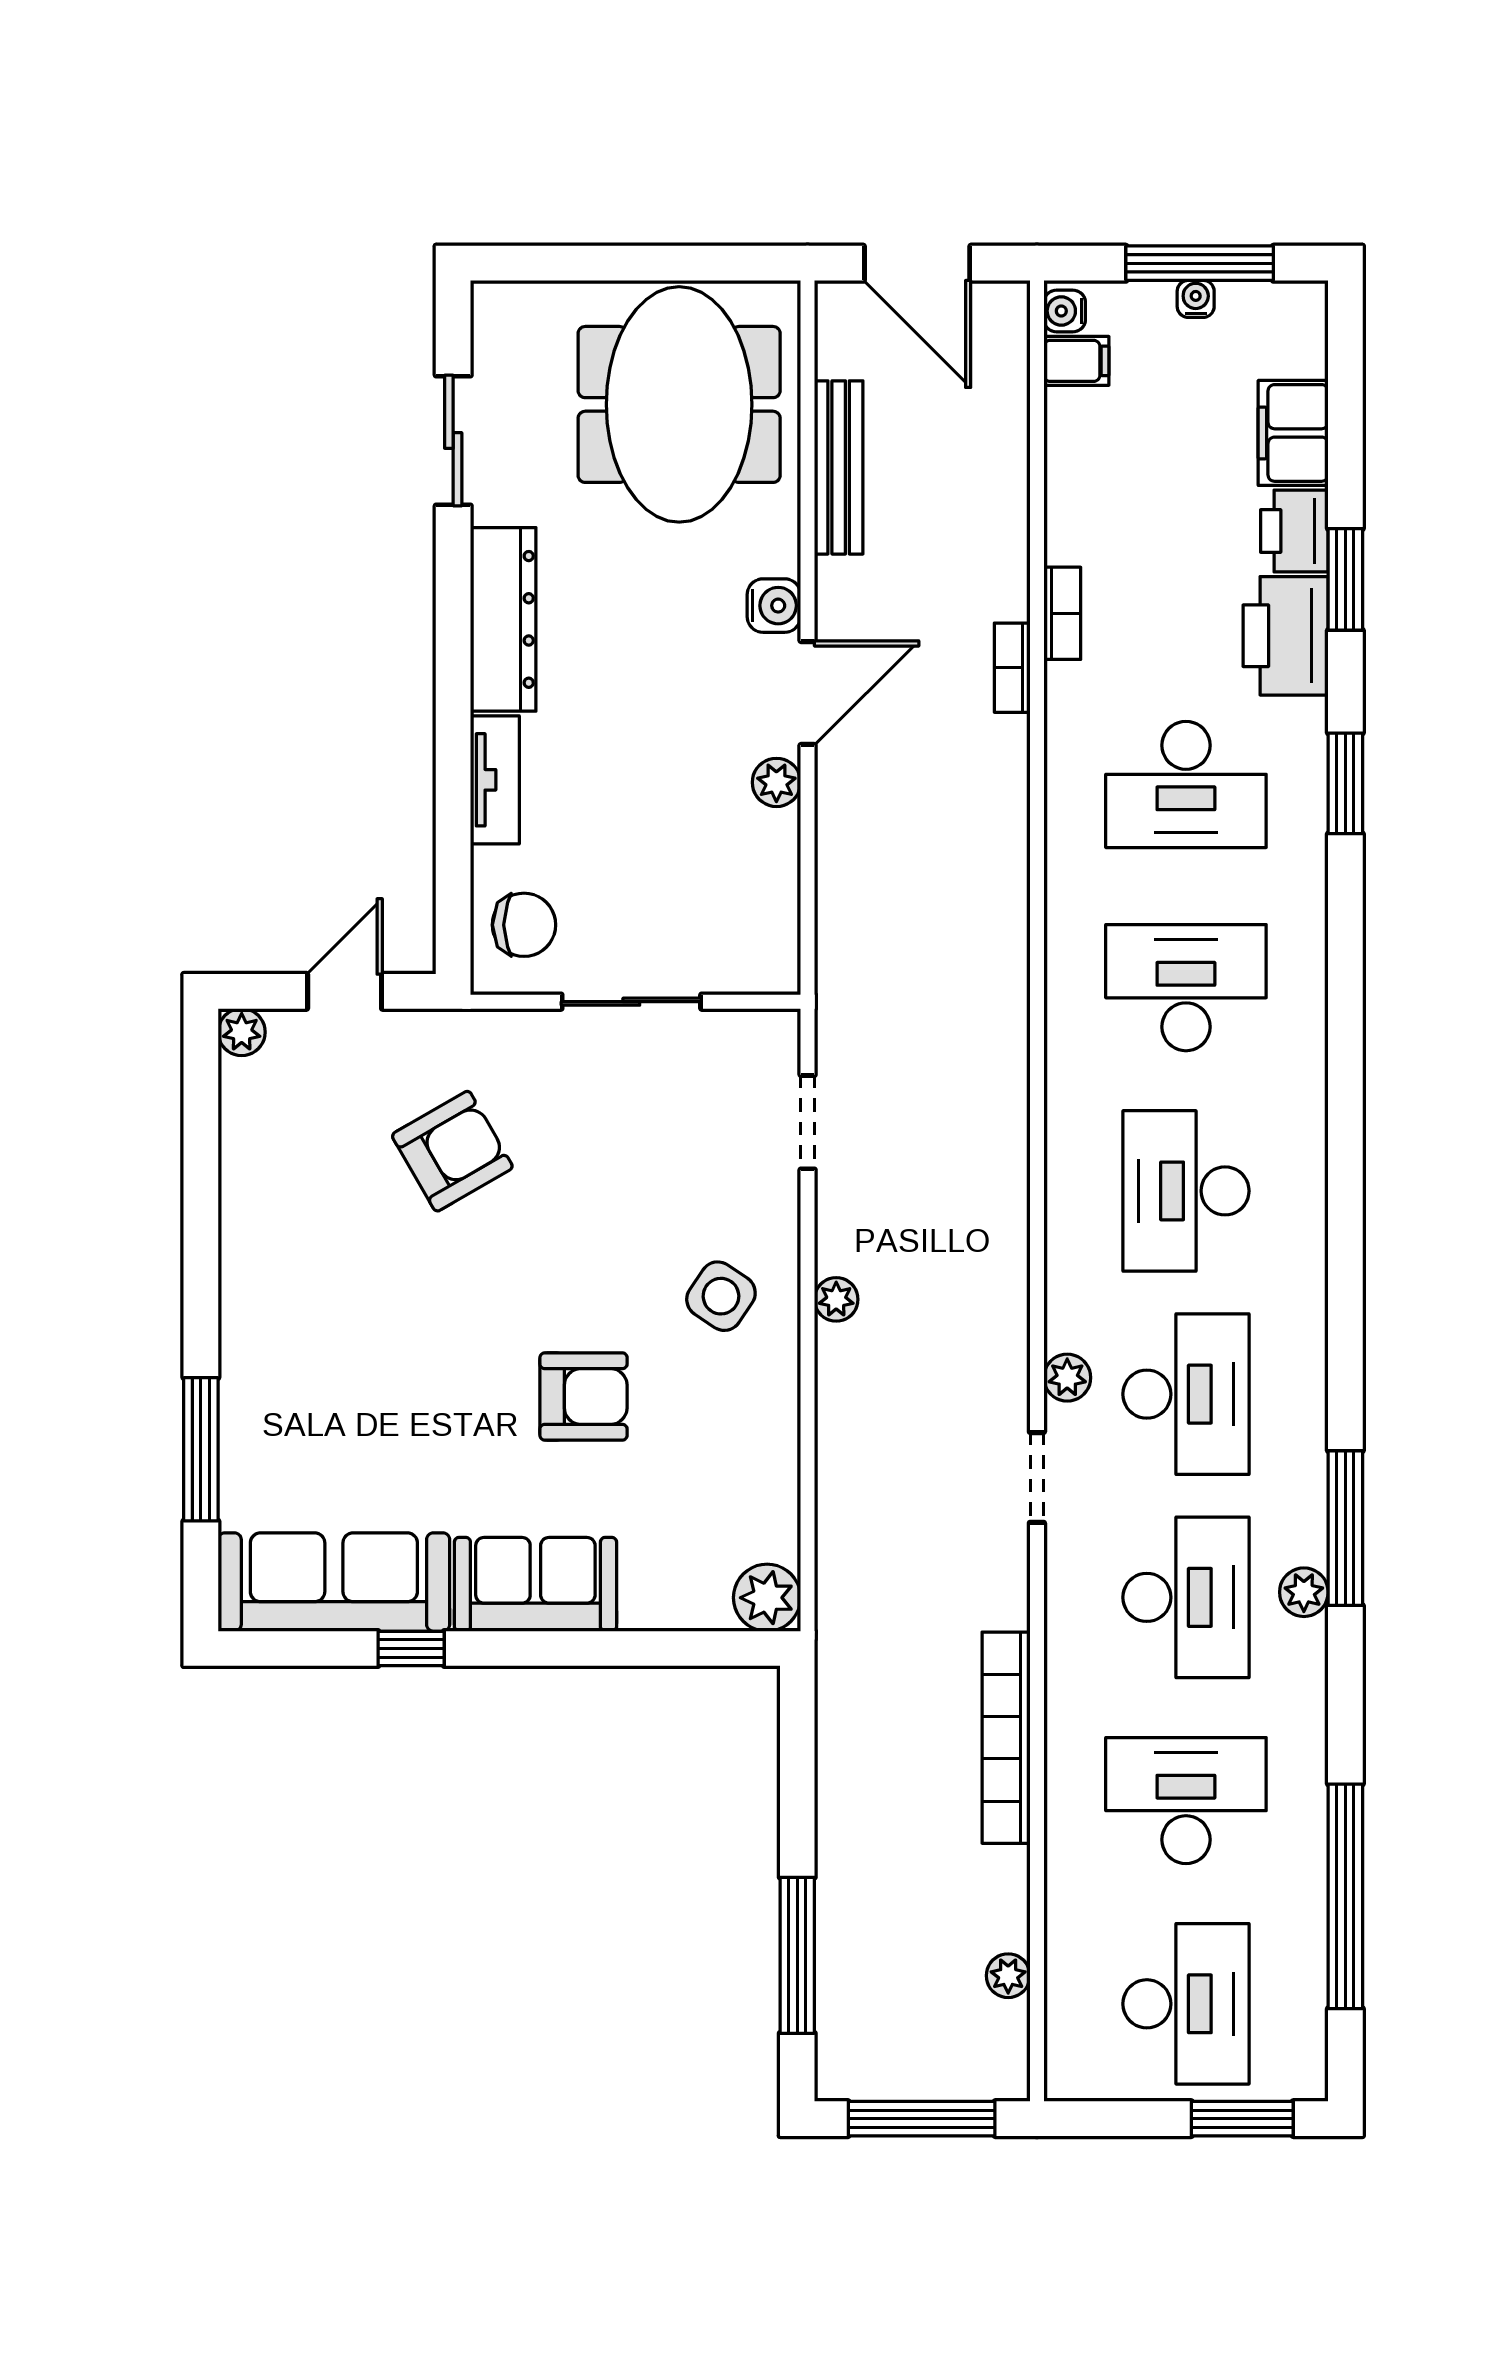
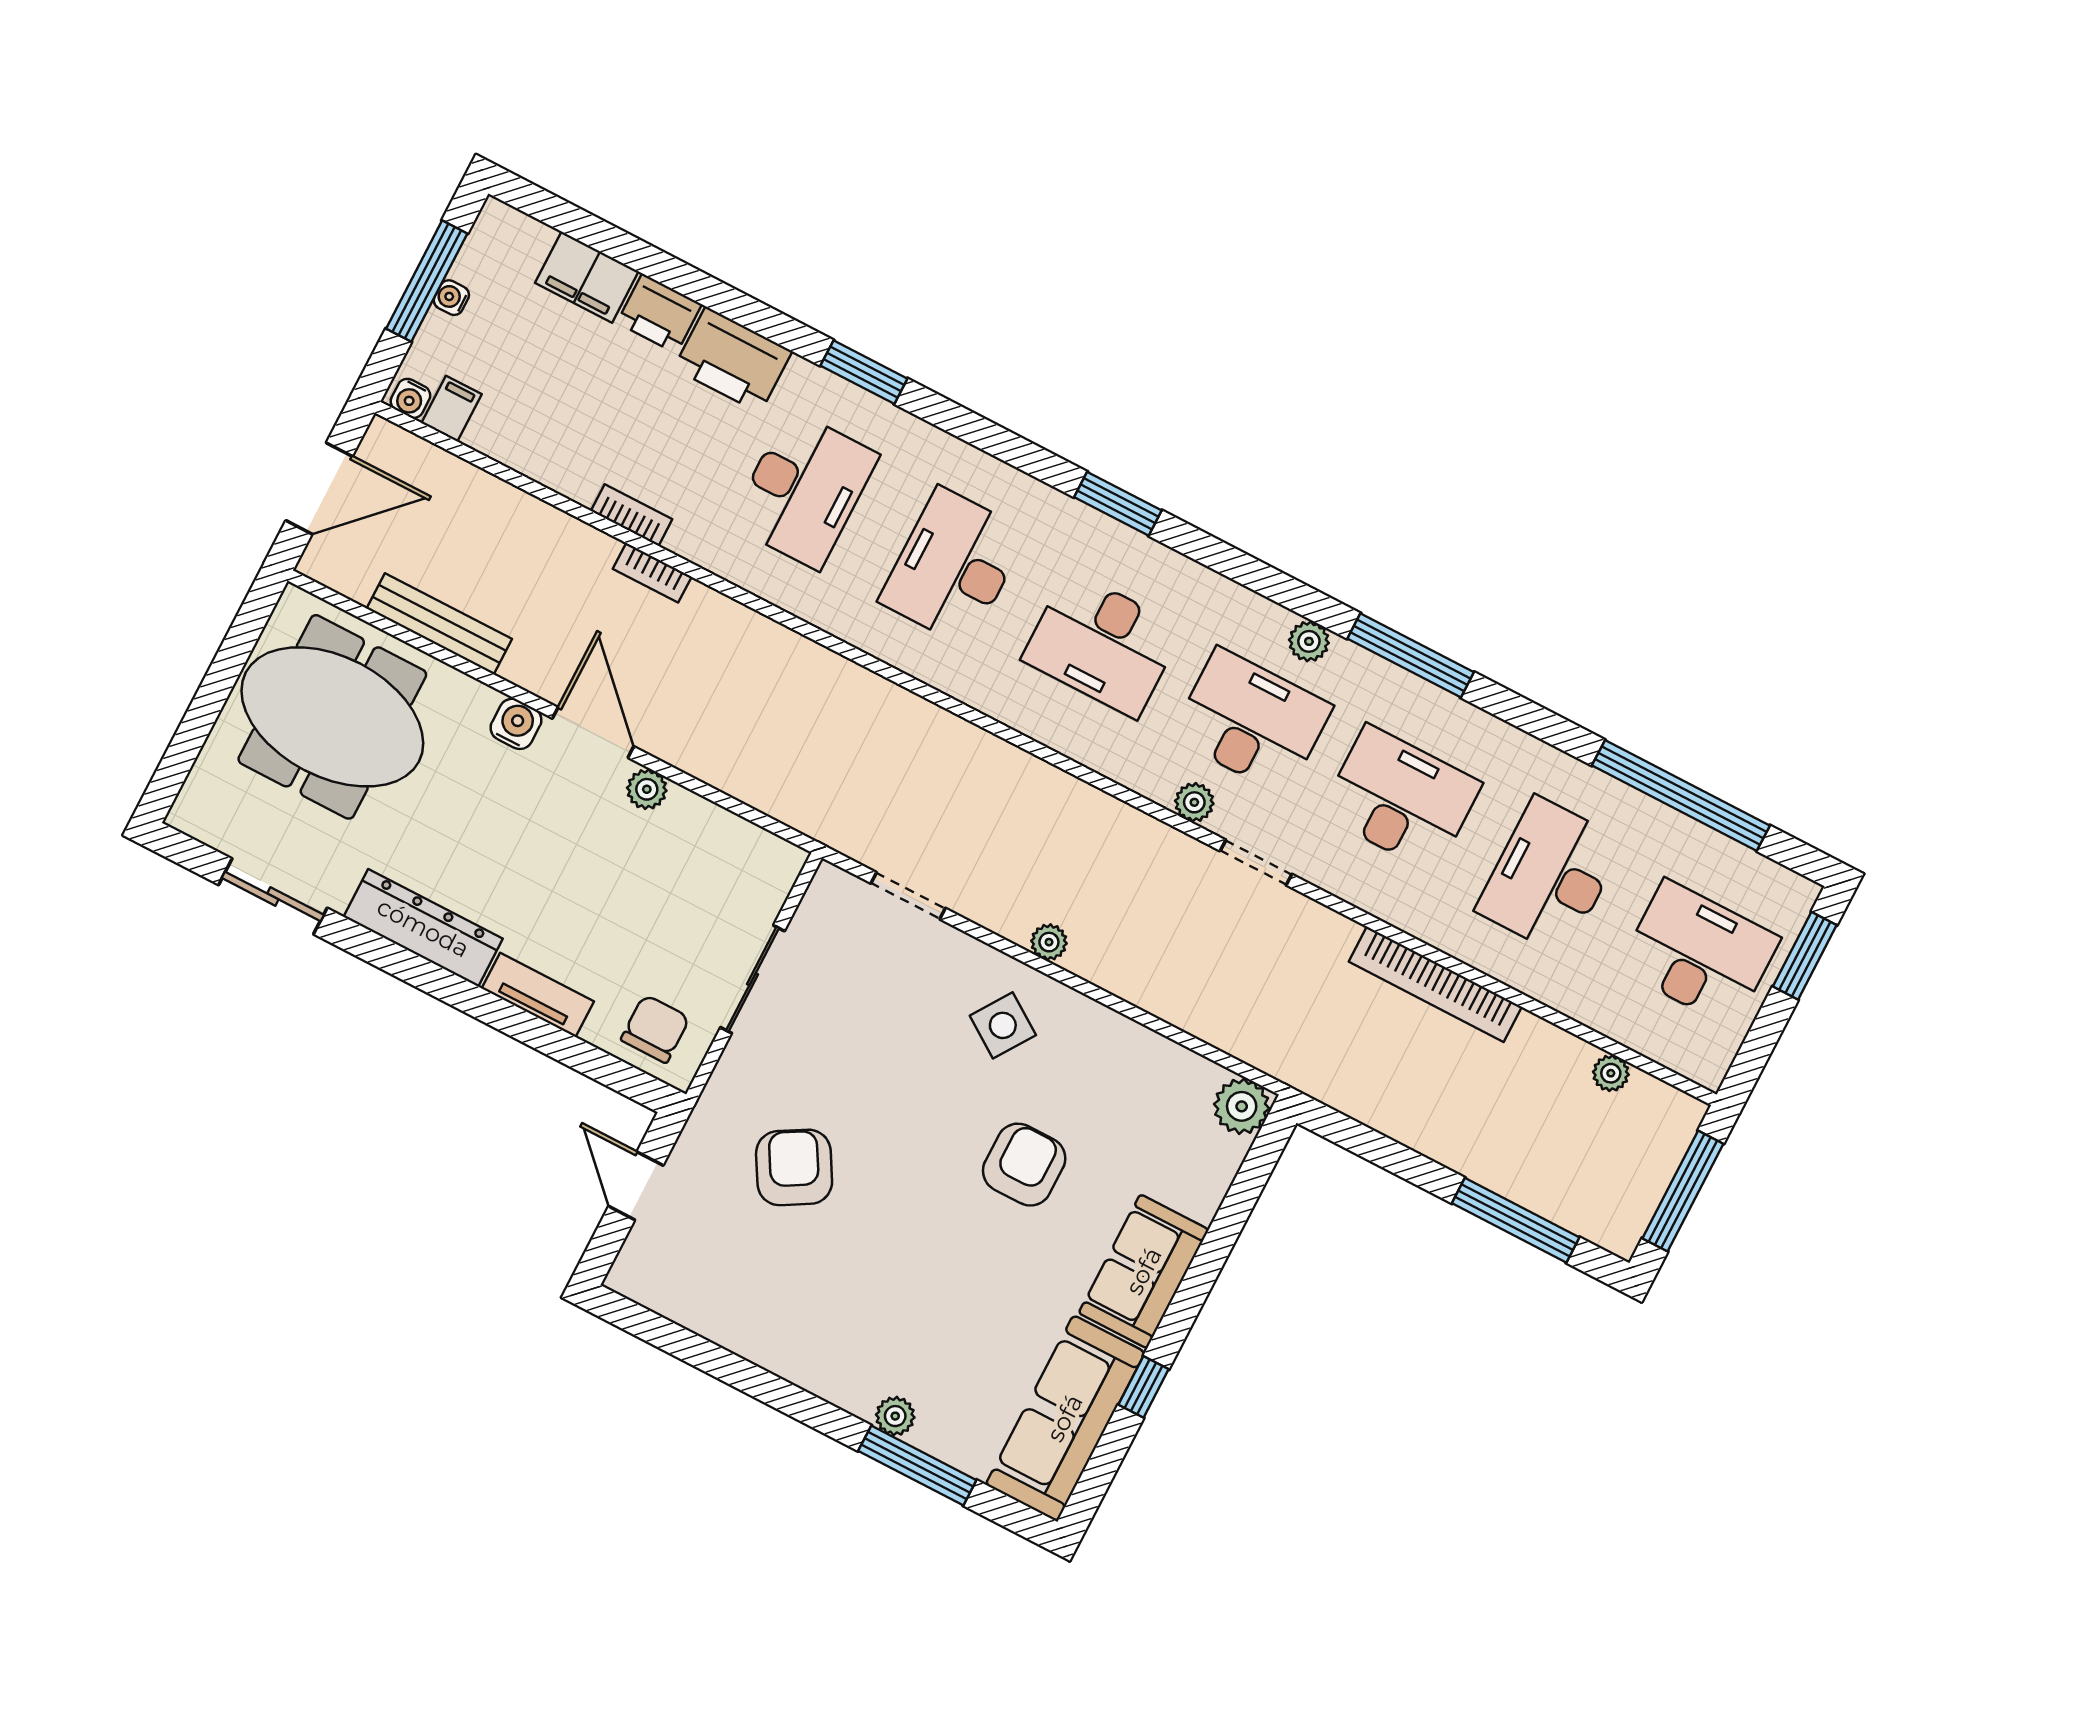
window: (1345, 579) -> (1118, 504), moved
plant: (242, 1032) -> (895, 1416), moved
plant: (1304, 1592) -> (1309, 641), moved

